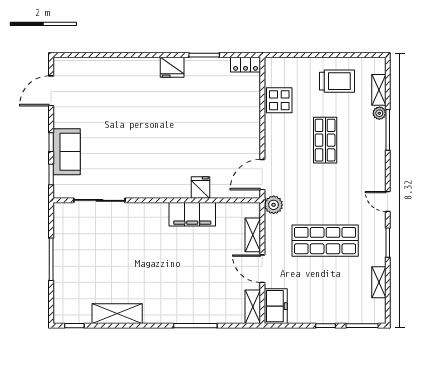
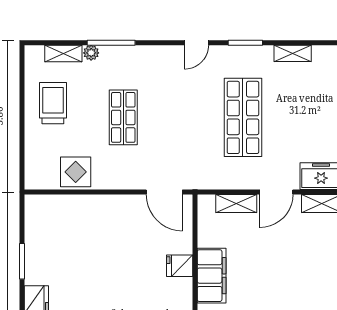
locker: (246, 65) -> (33, 212), removed
shop shelf: (325, 140) -> (123, 117), turned 90
plant: (274, 205) -> (200, 179), removed

